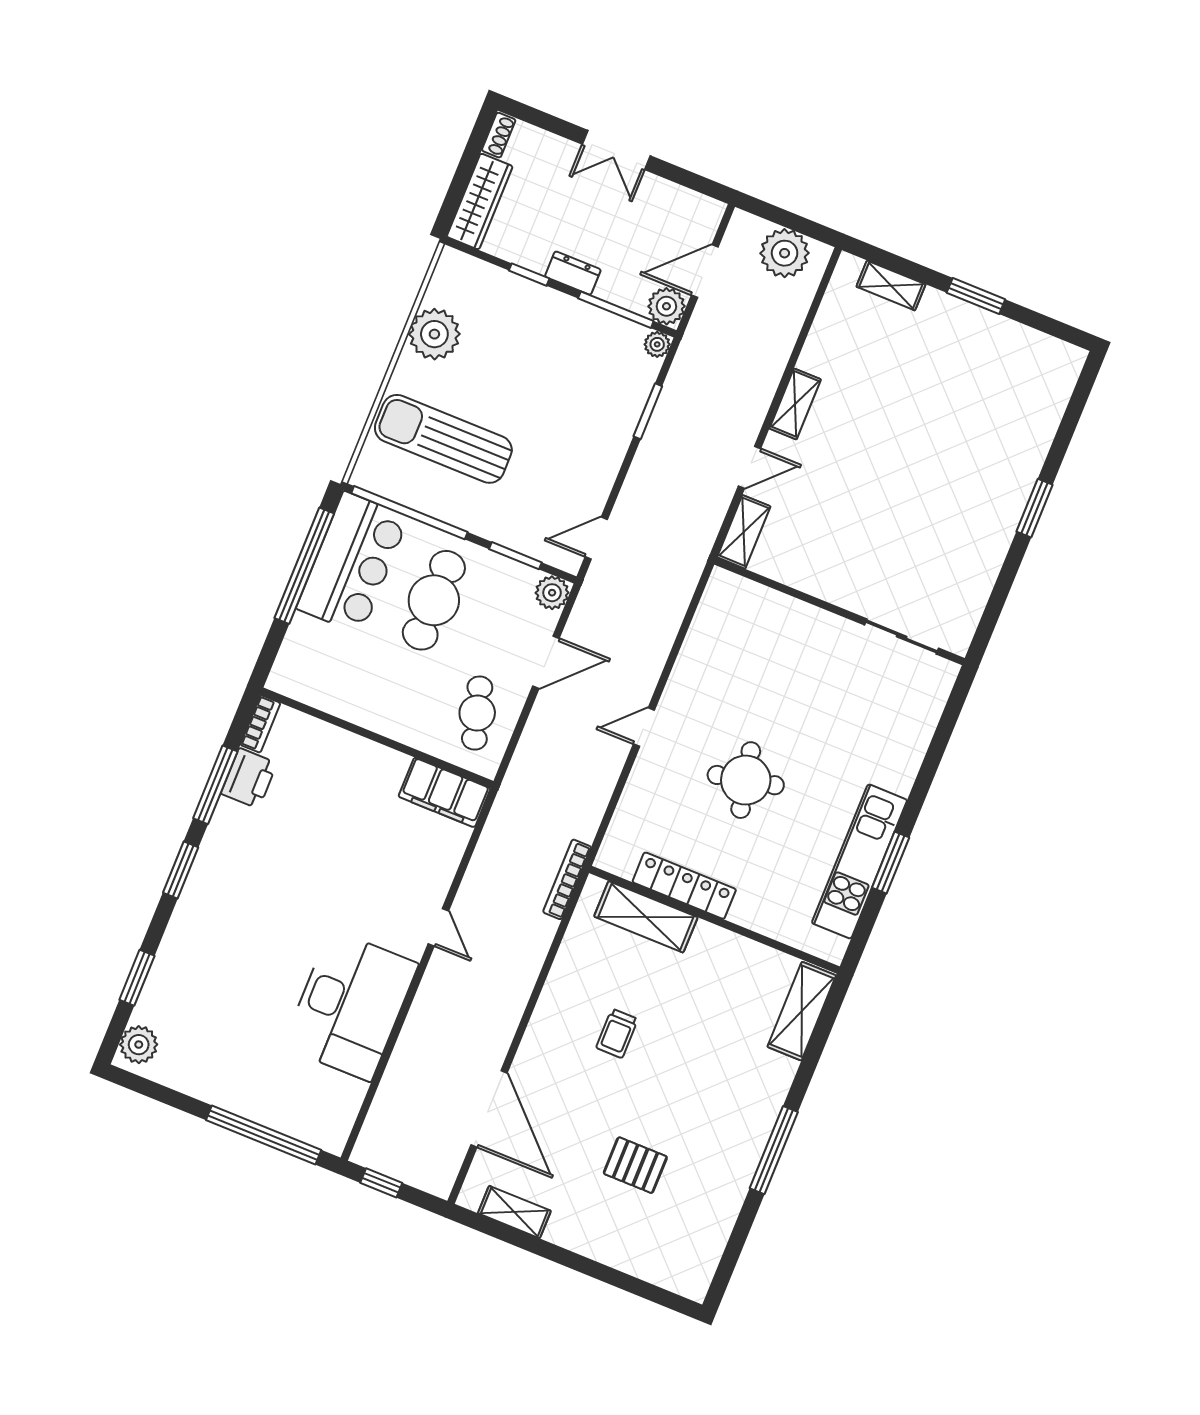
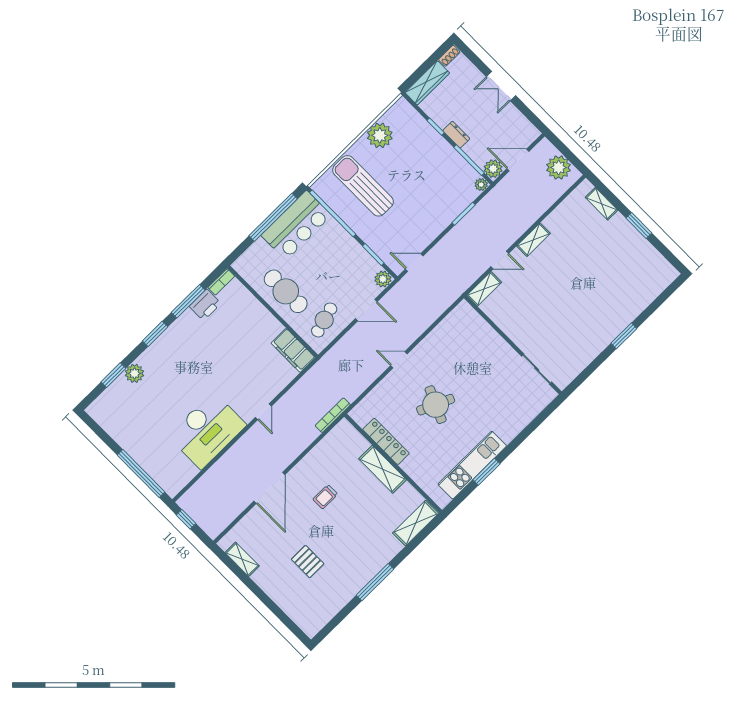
cafe table: (434, 600) -> (286, 291), moved, turned 90
round table: (746, 780) -> (436, 405), turned 36
shelving: (646, 917) -> (383, 469), moved
plant: (139, 1045) -> (134, 373), moved
door: (489, 1109) -> (269, 488), moved

